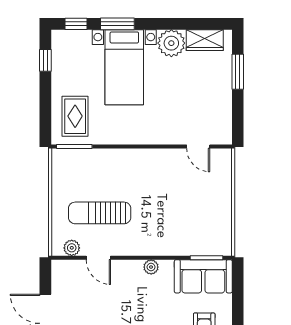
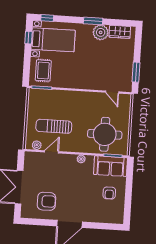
window: (117, 24) -> (93, 21), moved
bed with nightstands: (124, 67) -> (53, 40), moved, turned -90
window: (238, 72) -> (136, 72), moved
round table: (190, 221) -> (105, 134), added
door: (98, 258) -> (52, 152), swing flipped

